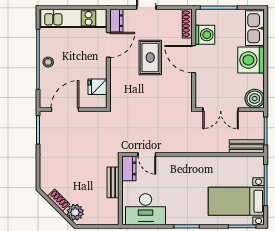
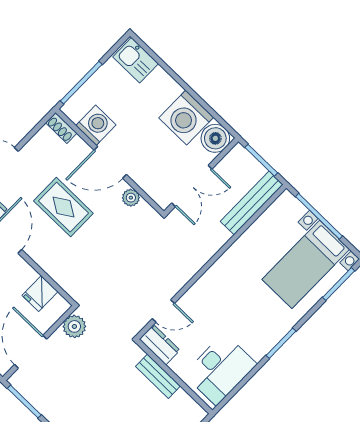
shoe rack: (187, 24) -> (61, 128), width x0.70
kitchen sink: (255, 28) -> (136, 60), width x0.73
washing machine: (251, 60) -> (186, 118), moved
plant: (186, 86) -> (131, 198), added
plant: (98, 119) -> (74, 326), added
bench: (247, 146) -> (252, 203), width x1.36

